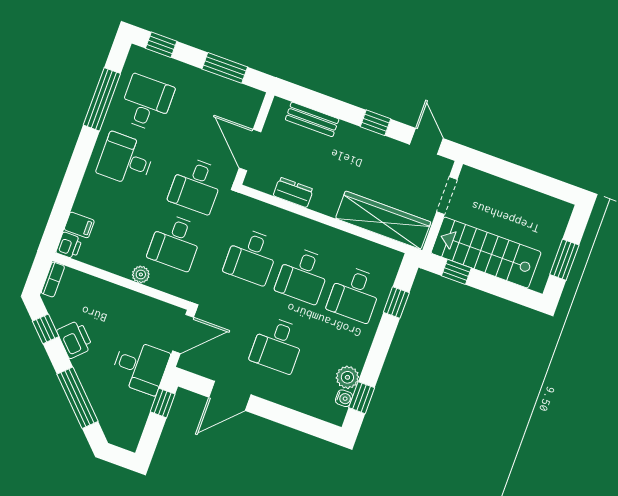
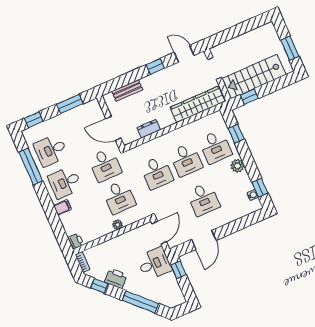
desk: (146, 103) -> (51, 150), turned -90
filing cabinet: (79, 225) -> (62, 207), moved
plant: (347, 377) -> (237, 166), moved

